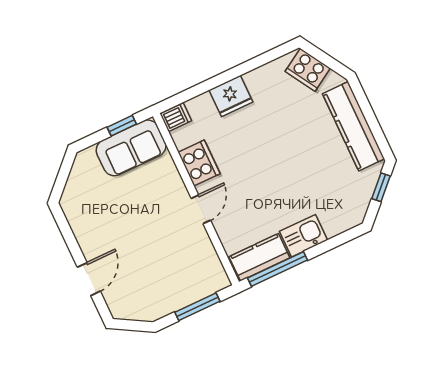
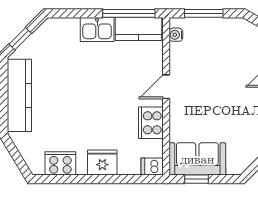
cooker: (308, 70) -> (60, 163), moved, turned -59
water cooler: (217, 270) -> (176, 35), added

